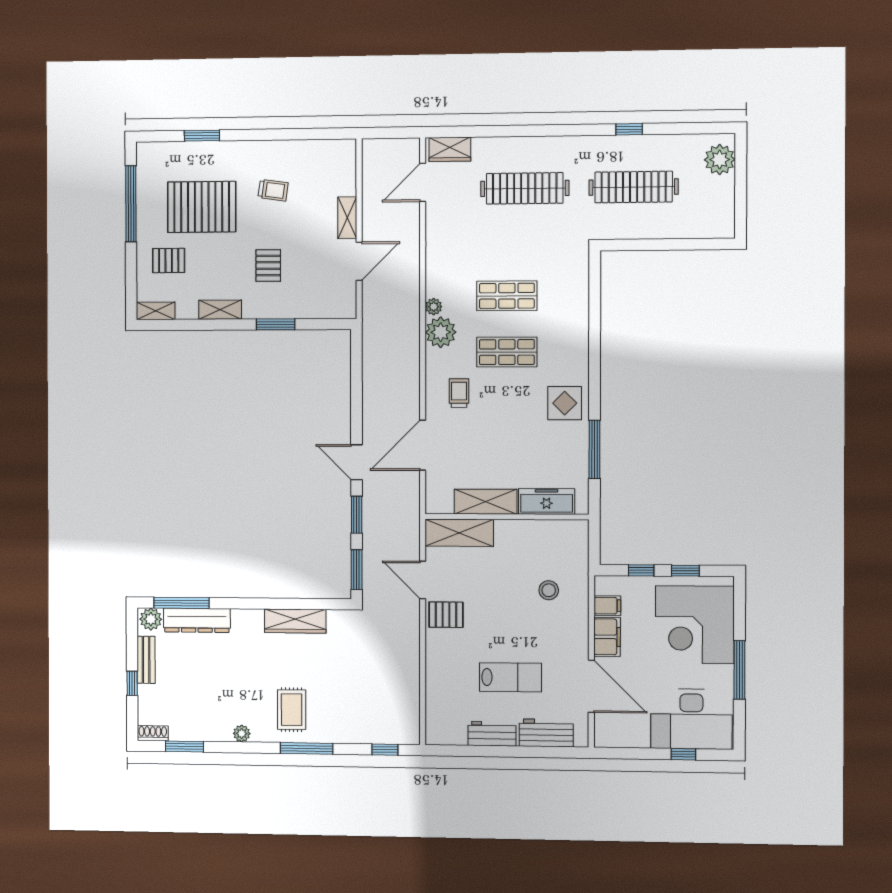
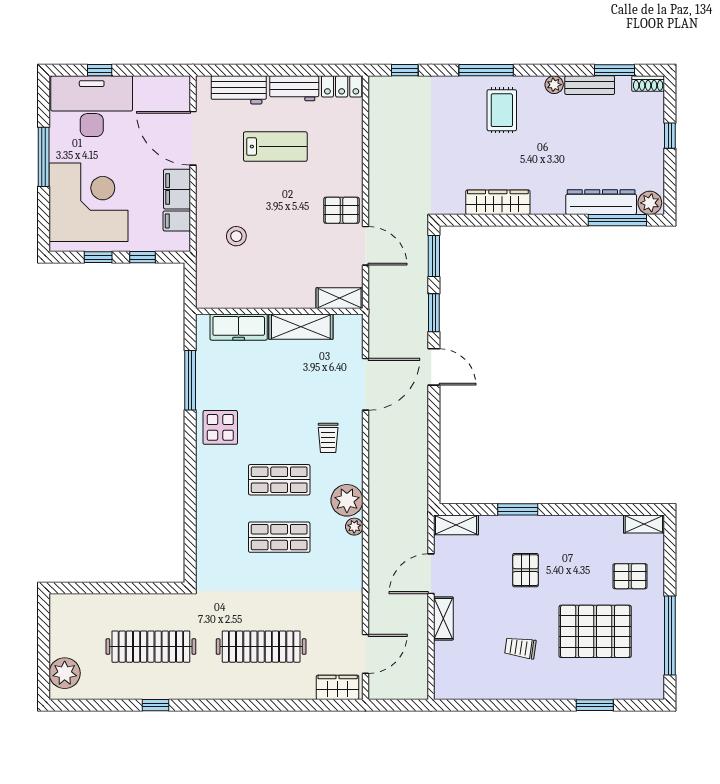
shelving: (220, 310) -> (456, 525), moved
shelving: (459, 533) -> (340, 298), width x0.67, depth x0.75
bench: (146, 660) -> (590, 85), moved, turned 90
lab bench: (510, 677) -> (275, 147), turned 180
locker: (446, 735) -> (342, 86), added

